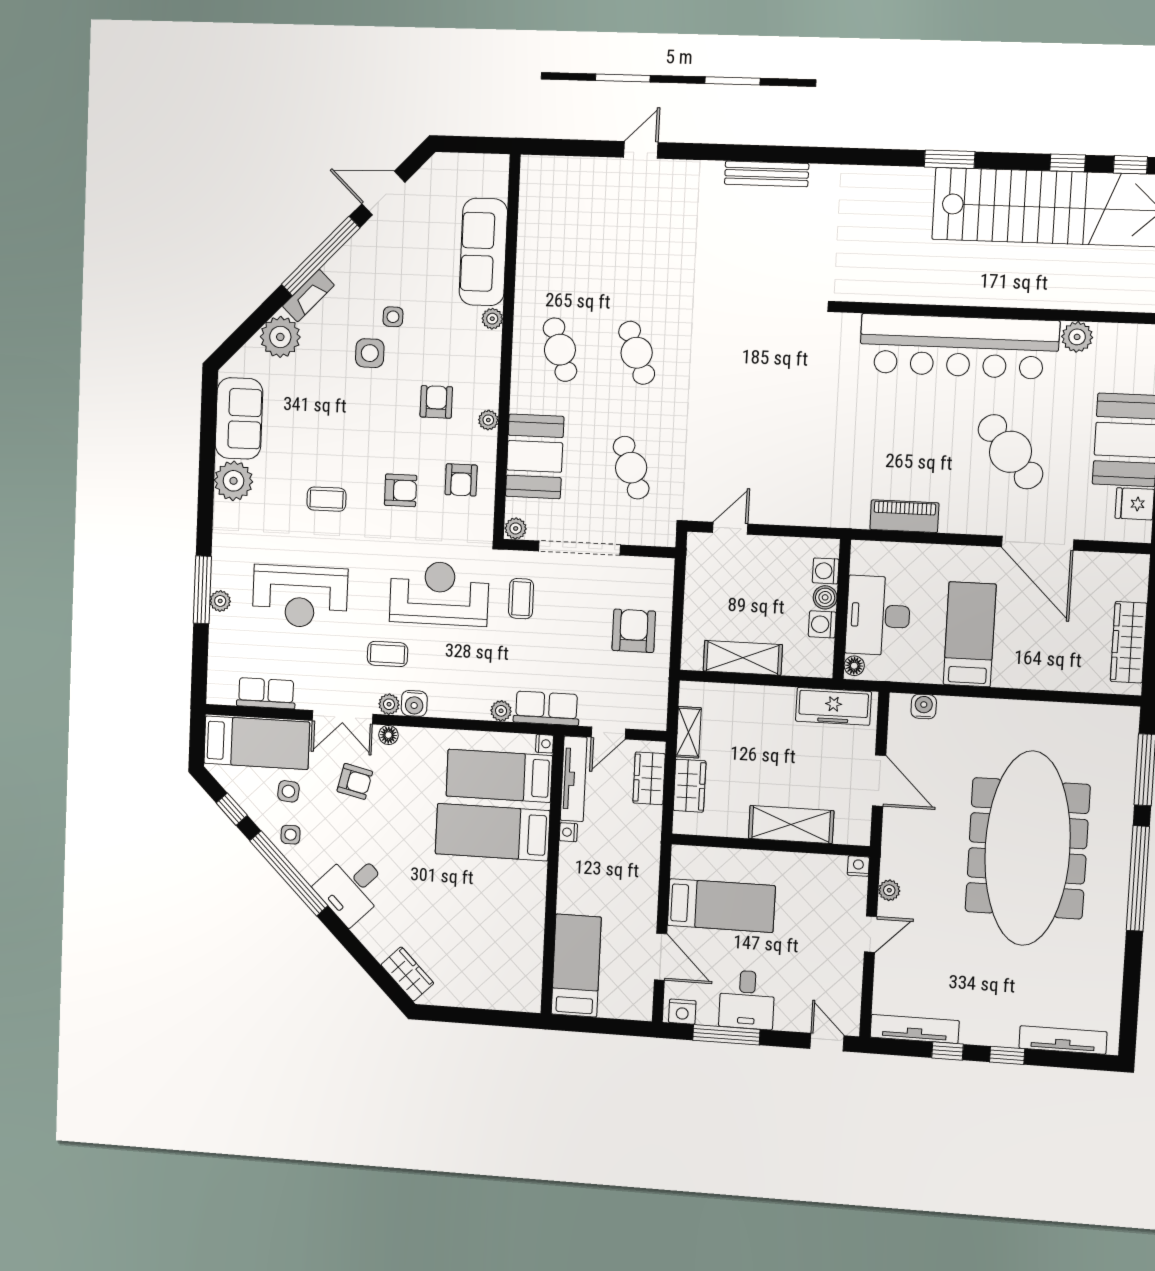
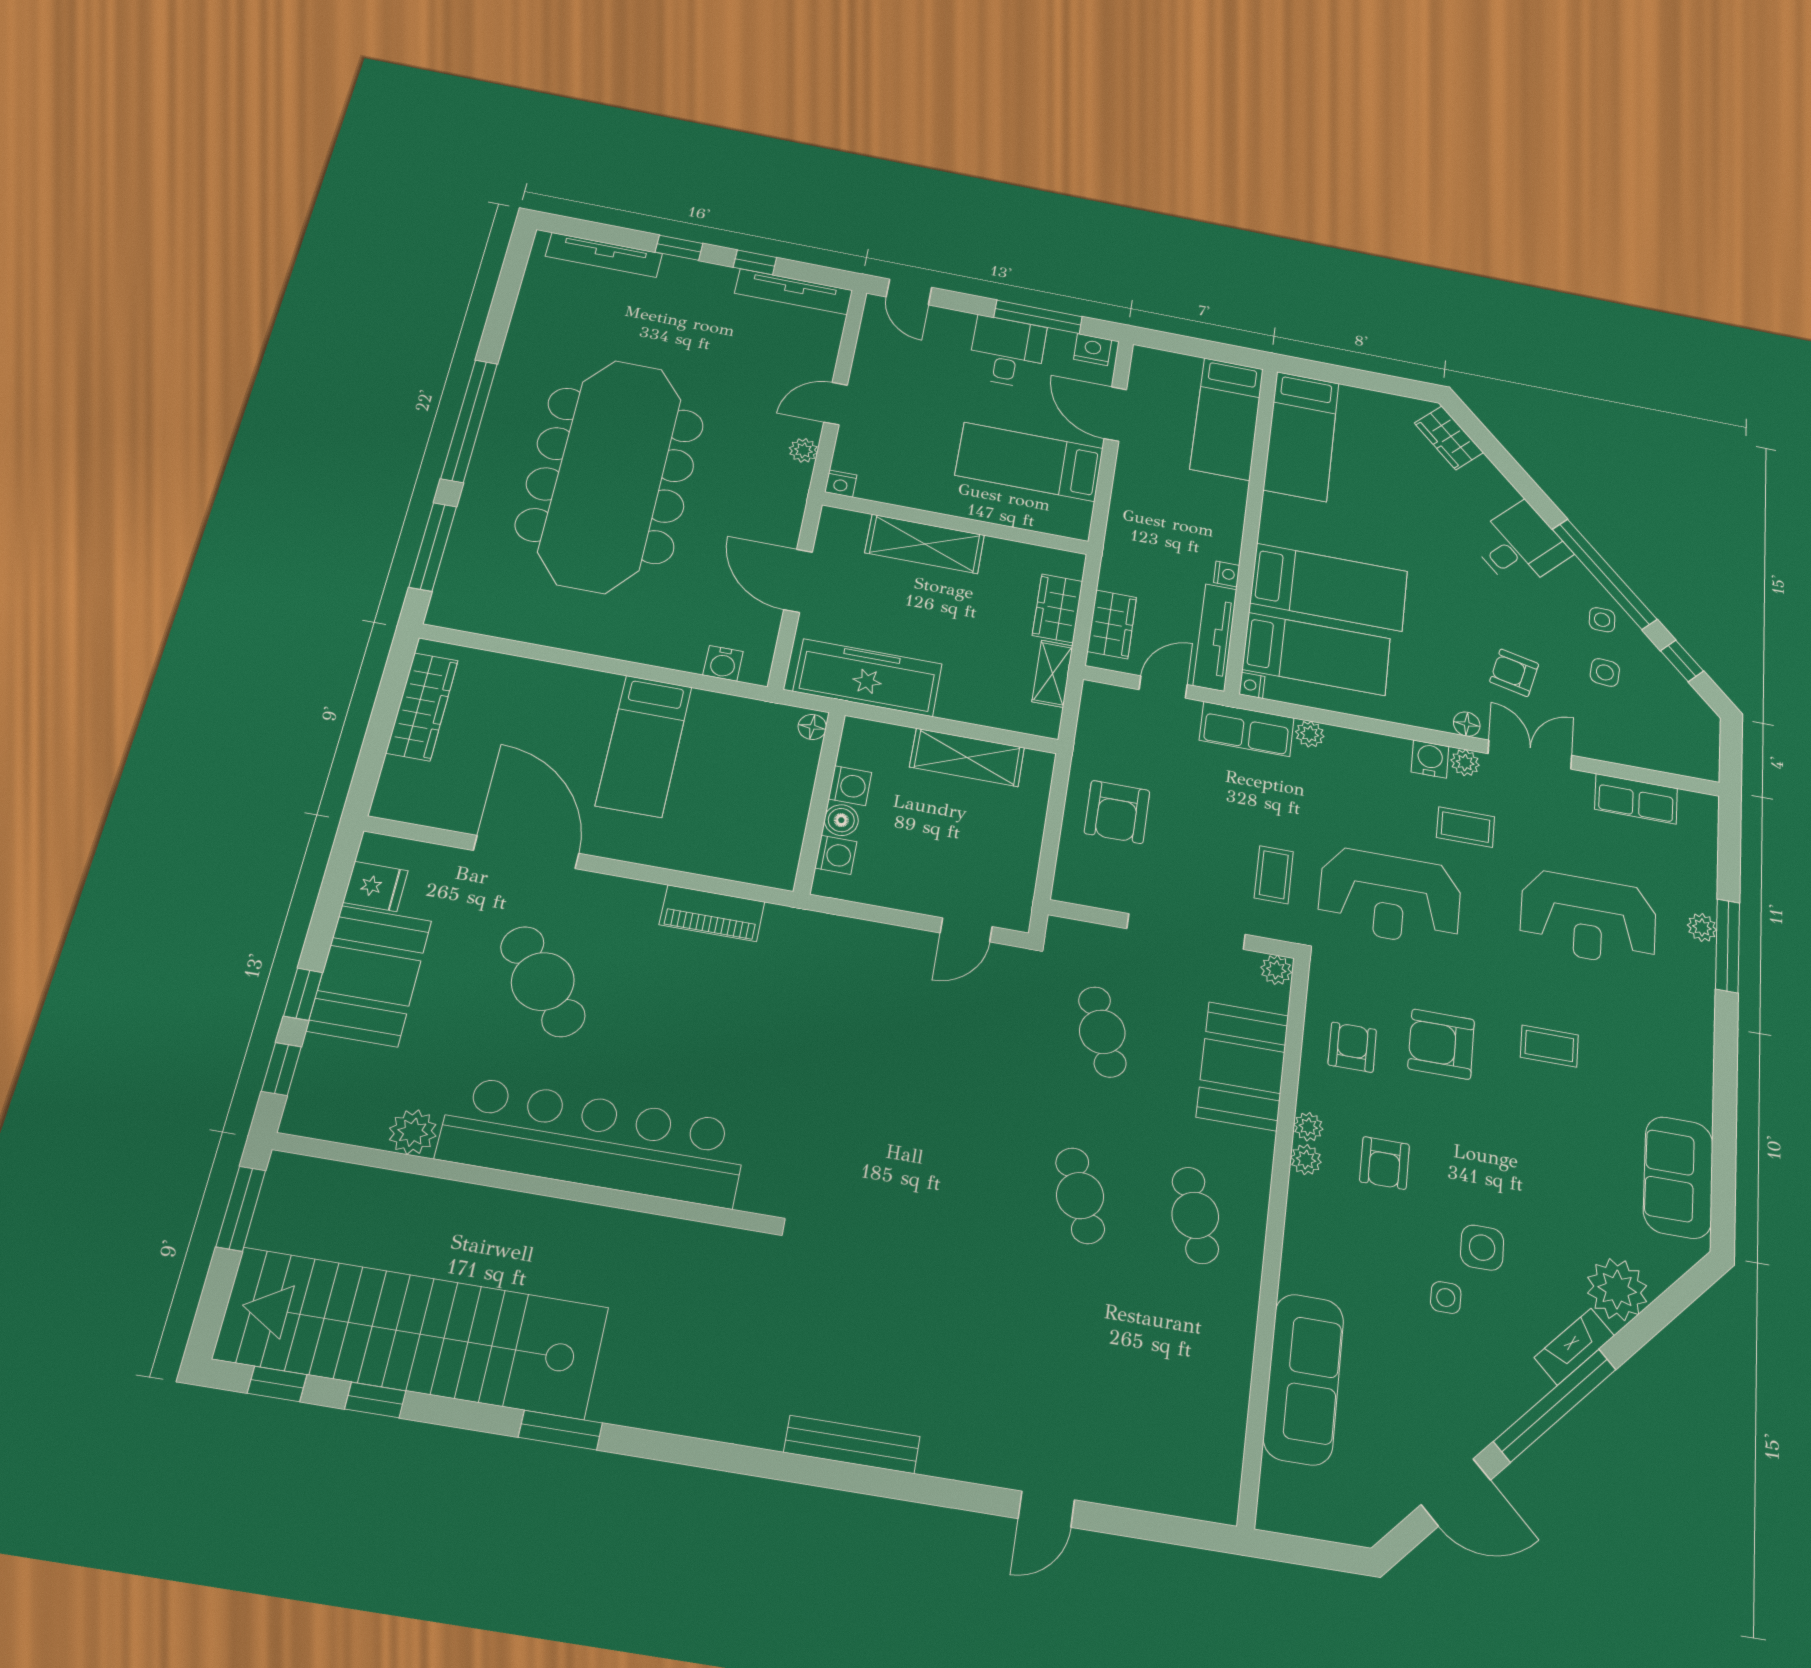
plant: (492, 319) -> (1306, 1160), moved
plant: (234, 481) -> (1685, 1089), removed
armchair: (401, 490) -> (1441, 1044), width x1.38, depth x1.38
reception desk: (300, 597) -> (1588, 919), turned 180
desk: (878, 616) -> (769, 787), removed
freezer: (833, 706) -> (868, 678), width x1.36, depth x1.26
bed: (257, 743) -> (1301, 436), moved, turned -90

